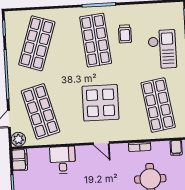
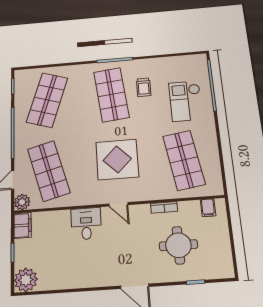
checkout: (162, 49) -> (186, 101), turned 180
desk: (63, 160) -> (86, 224), moved

